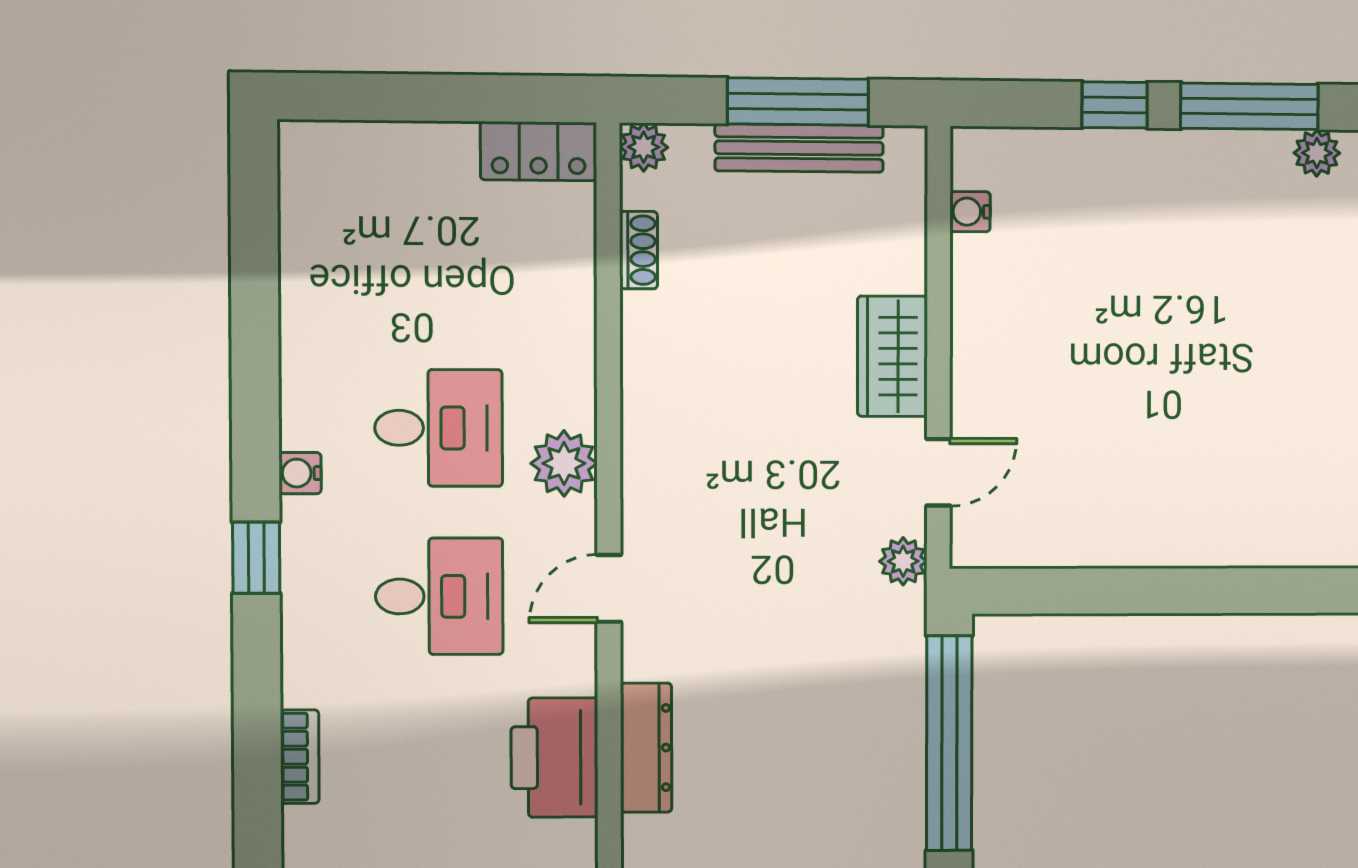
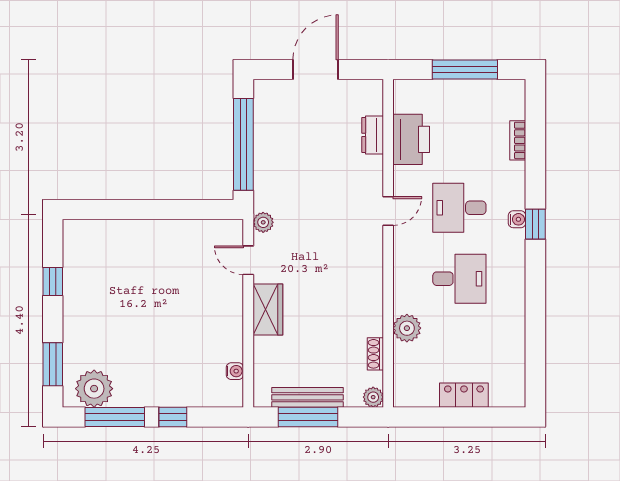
locker: (538, 151) -> (464, 395), moved
plant: (1317, 153) -> (94, 389), width x1.88, depth x1.88
desk: (439, 428) -> (459, 279), turned 180
plant: (564, 463) -> (407, 328), moved
door: (938, 472) -> (248, 260), hinge flipped
water cooler: (300, 473) -> (517, 219), moved
dresser: (646, 748) -> (373, 135), width x0.70

